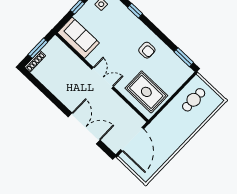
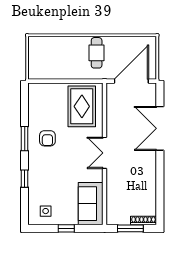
armchair: (147, 50) -> (47, 138), turned 180
window: (184, 57) -> (25, 139), moved
cafe table: (194, 100) -> (97, 53), moved, turned 90

